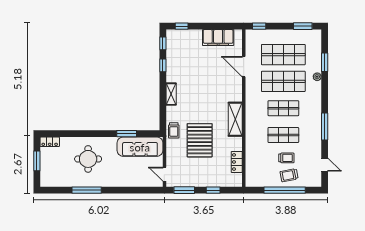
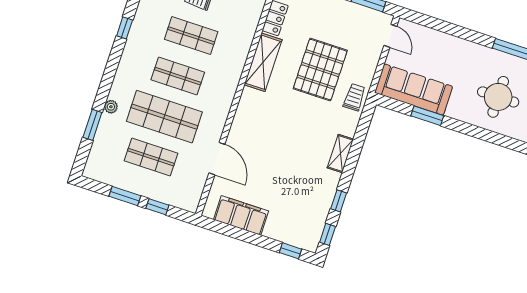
window: (259, 26) -> (157, 207), moved
window: (303, 26) -> (125, 196), moved
shop shelf: (283, 55) -> (151, 157), width x0.70, depth x0.74
shelving: (235, 119) -> (263, 62), moved
window: (325, 126) -> (125, 28), width x0.46

